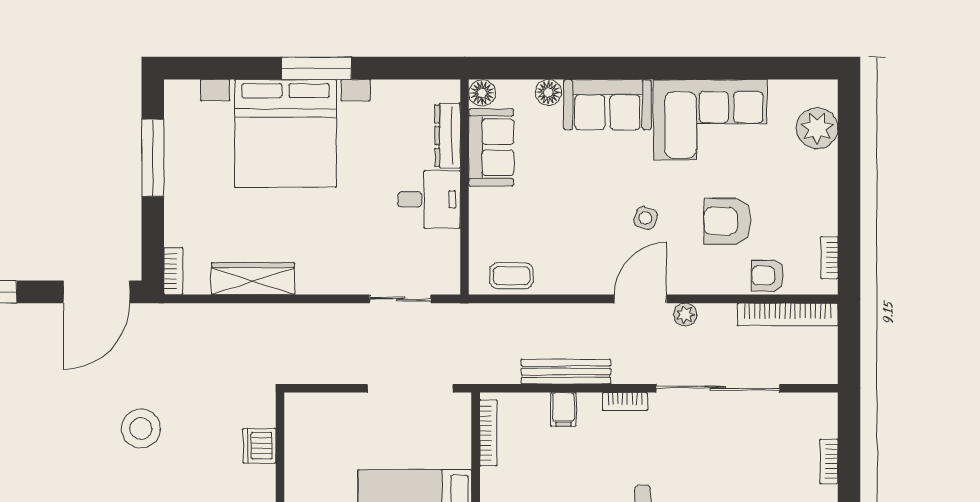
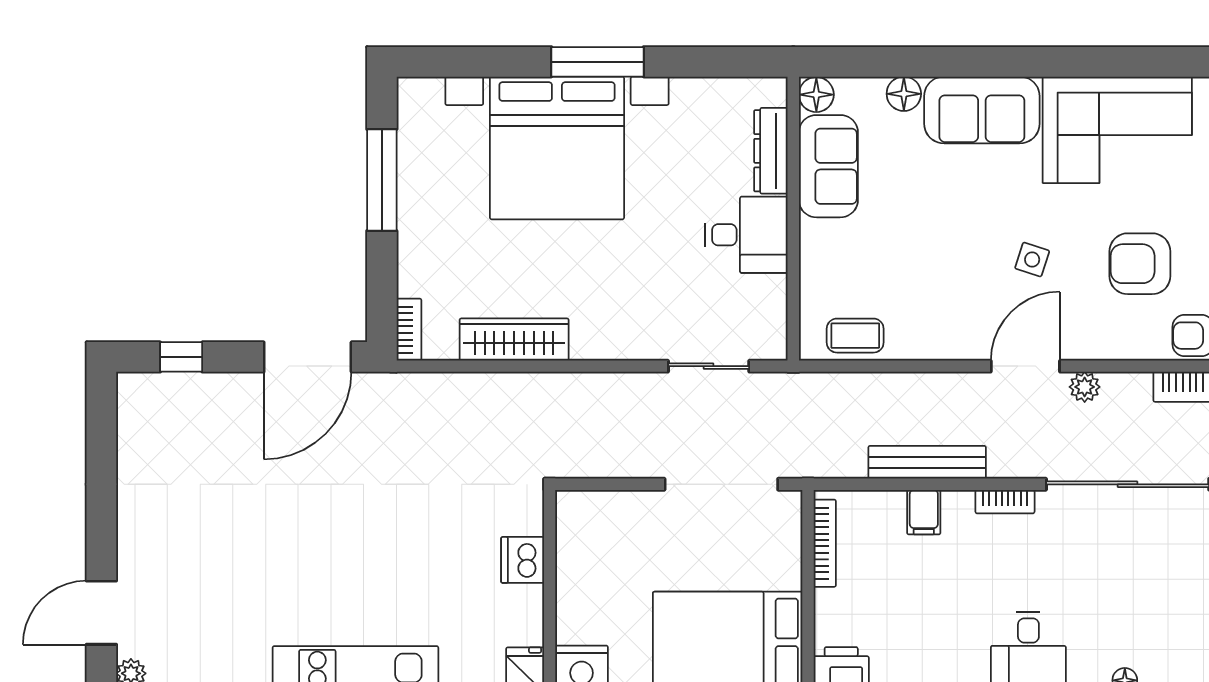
stool: (141, 429) -> (366, 537), removed

